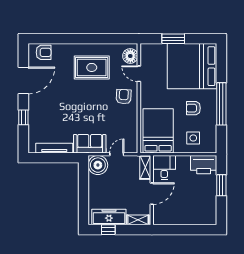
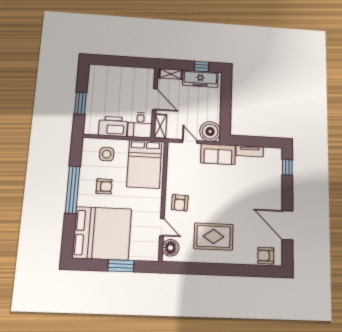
door: (23, 80) -> (287, 225), hinge flipped
window: (23, 117) -> (287, 167), moved
tv unit: (54, 148) -> (250, 151), width x0.71
door: (117, 154) -> (190, 142), swing flipped
printer: (204, 165) -> (113, 126), moved
door: (152, 194) -> (155, 99), swing flipped

